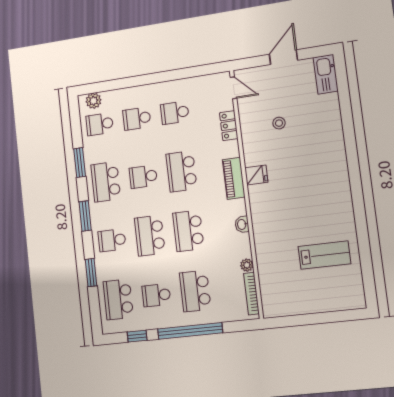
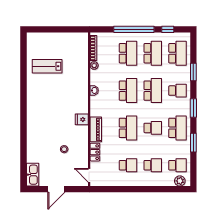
piano: (234, 178) -> (96, 129), moved
school desk: (156, 295) -> (153, 53), width x1.85

